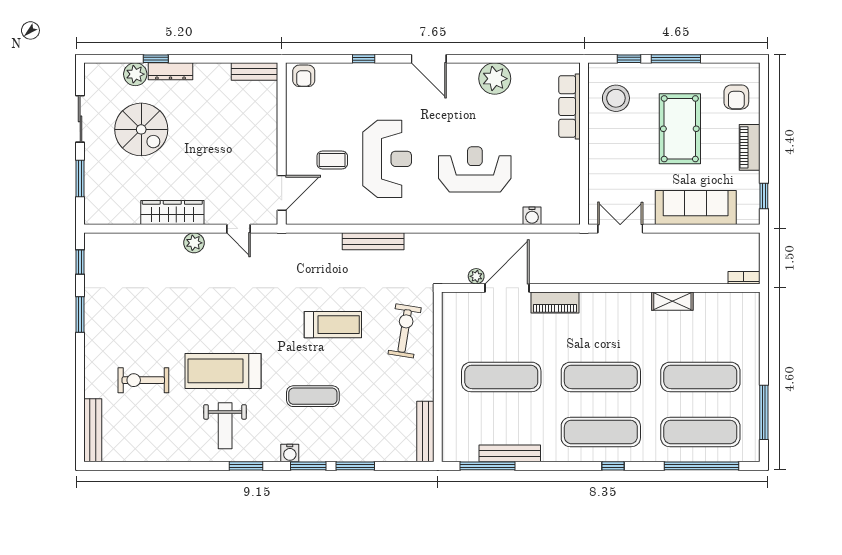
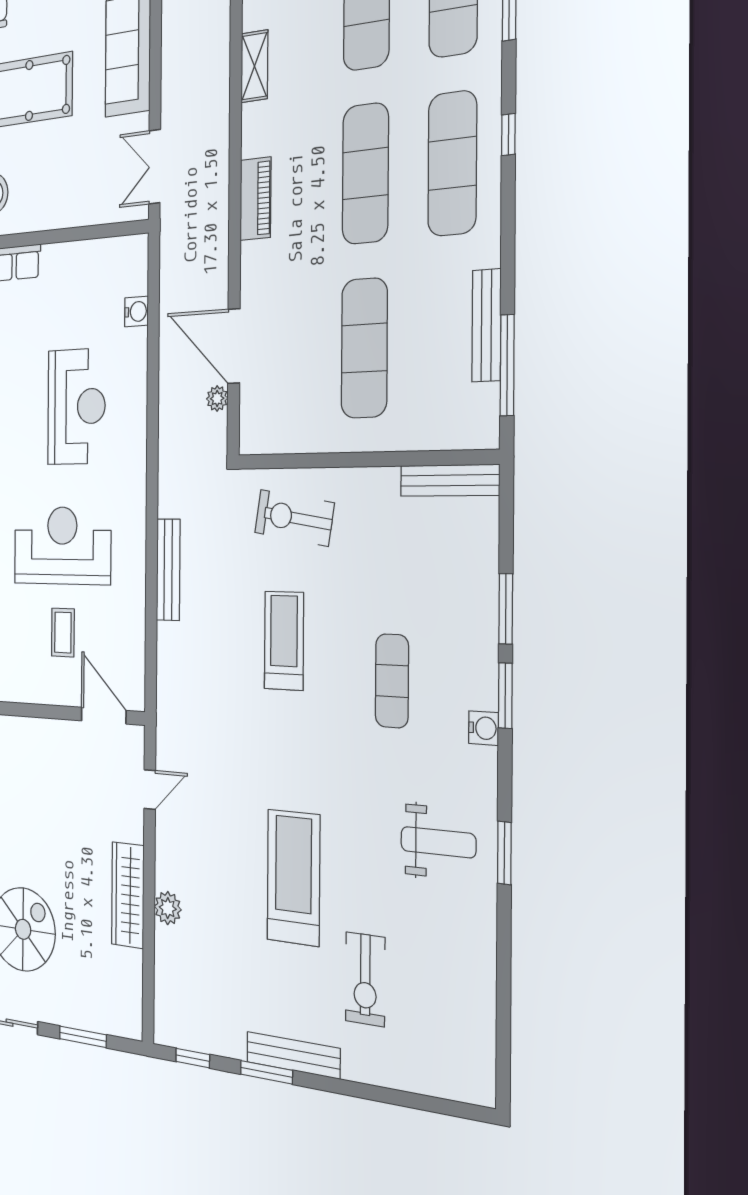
reception desk: (475, 169) -> (76, 407), turned 180
plant: (194, 243) -> (168, 908), moved
piano: (555, 303) -> (256, 199), moved
treadmill: (223, 371) -> (293, 877), moved, turned 180
bench: (93, 430) -> (293, 1055), moved
window: (246, 466) -> (504, 853), moved

